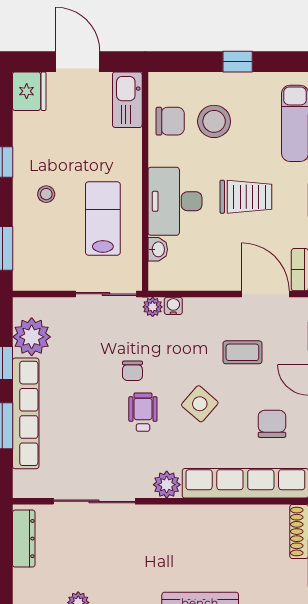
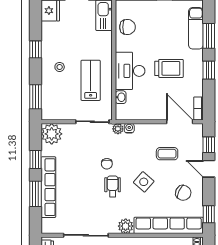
stool: (214, 121) -> (152, 27), removed
plant: (32, 337) -> (52, 134), moved
chair: (272, 424) -> (183, 193), turned 115

